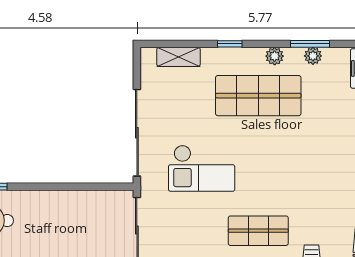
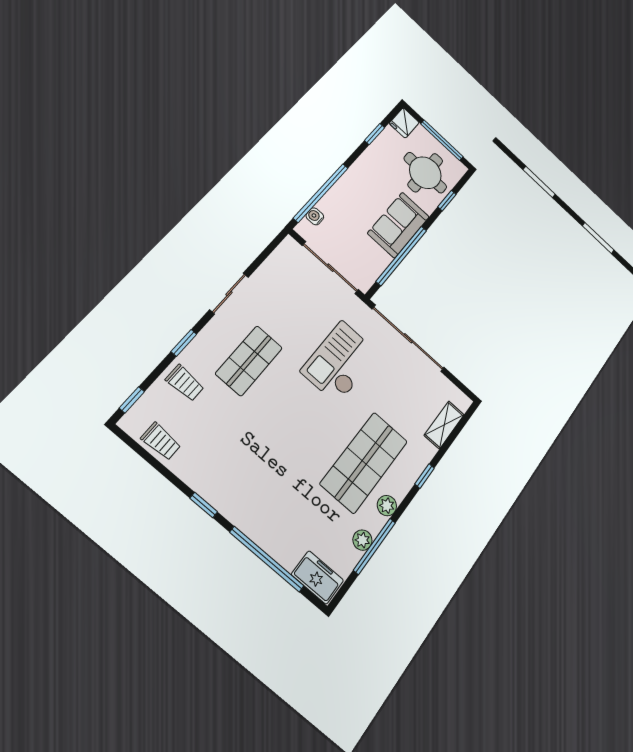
window: (310, 44) -> (375, 546), width x1.44
window: (76, 187) -> (401, 256), added
sofa: (53, 207) -> (399, 225), added

